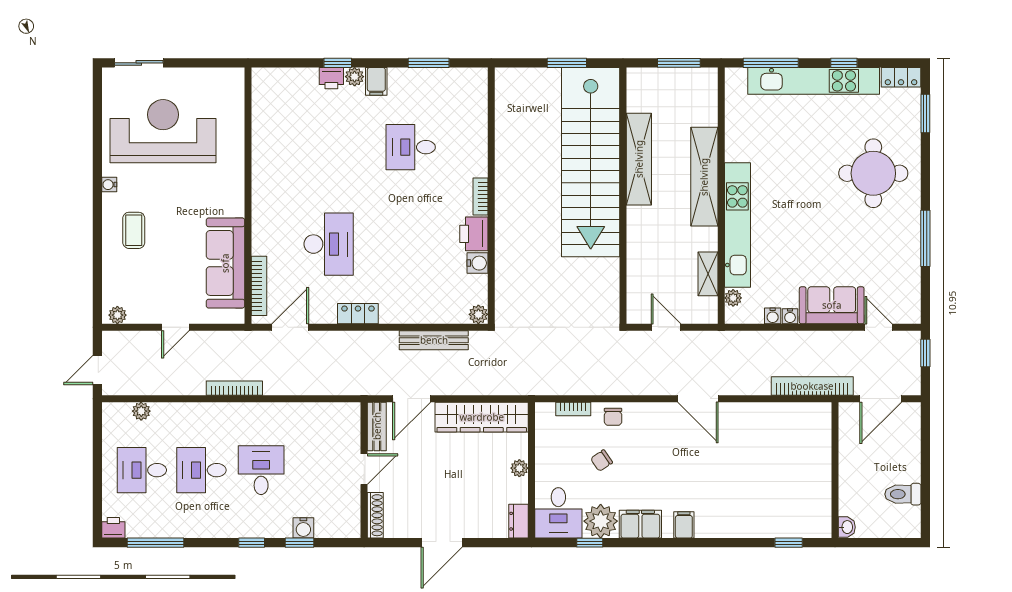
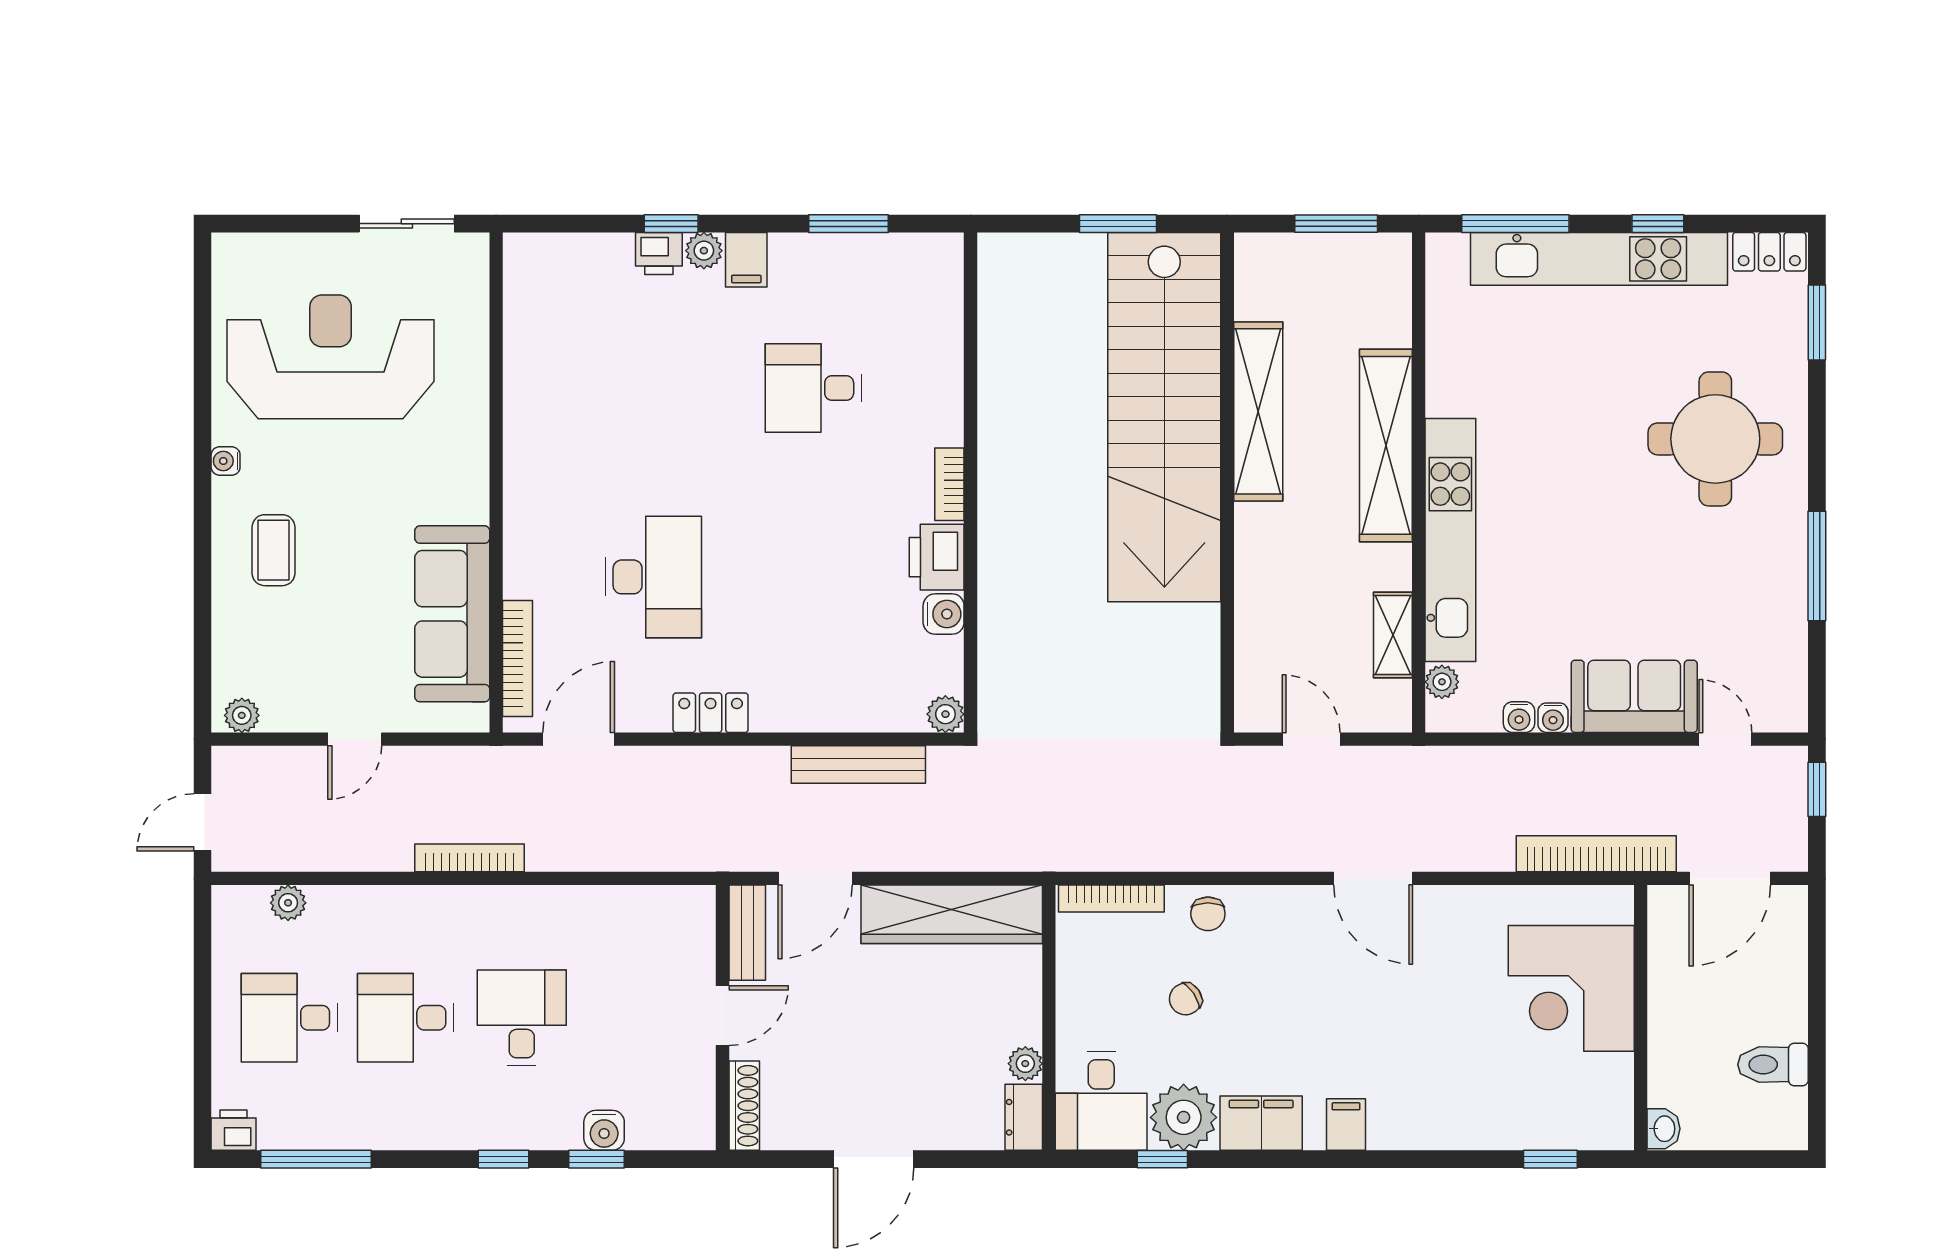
sliding door: (139, 63) -> (407, 224), moved
bookcase: (573, 409) -> (1111, 898), width x1.56
corner desk: (799, 455) -> (1571, 988), added
plant: (519, 468) -> (1025, 1064), moved

